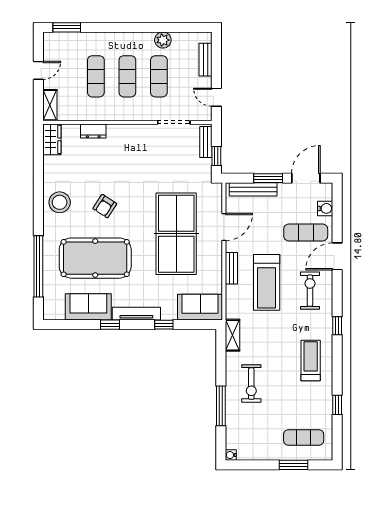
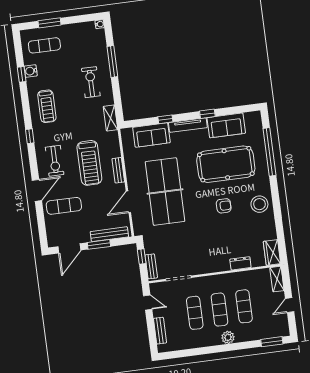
plant: (163, 40) -> (228, 337), moved
armchair: (105, 206) -> (224, 206), turned 57
water cooler: (325, 208) -> (31, 71), moved
treadmill: (267, 282) -> (89, 163), turned 180
sofa: (200, 307) -> (151, 135), moved

